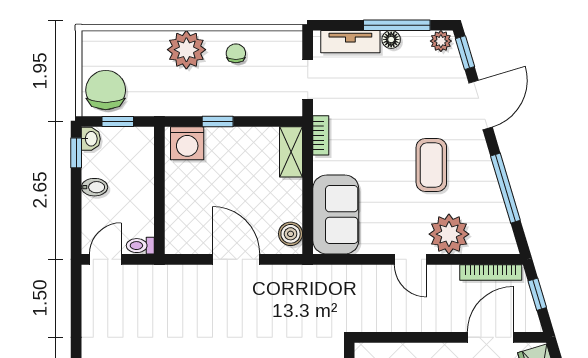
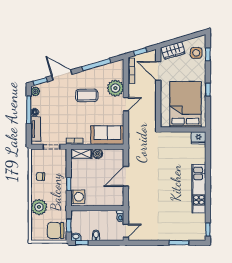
plant: (186, 50) -> (39, 207), moved
boiler: (291, 234) -> (98, 154), moved
door: (105, 259) -> (126, 231), swing flipped

